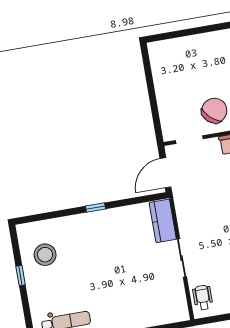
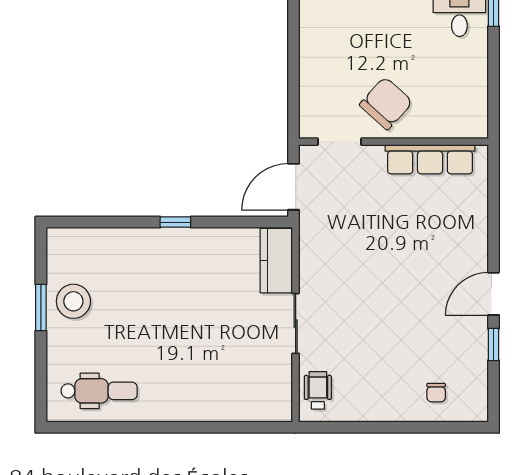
stool: (45, 255) -> (73, 301), moved
window: (21, 276) -> (41, 308), width x1.50

